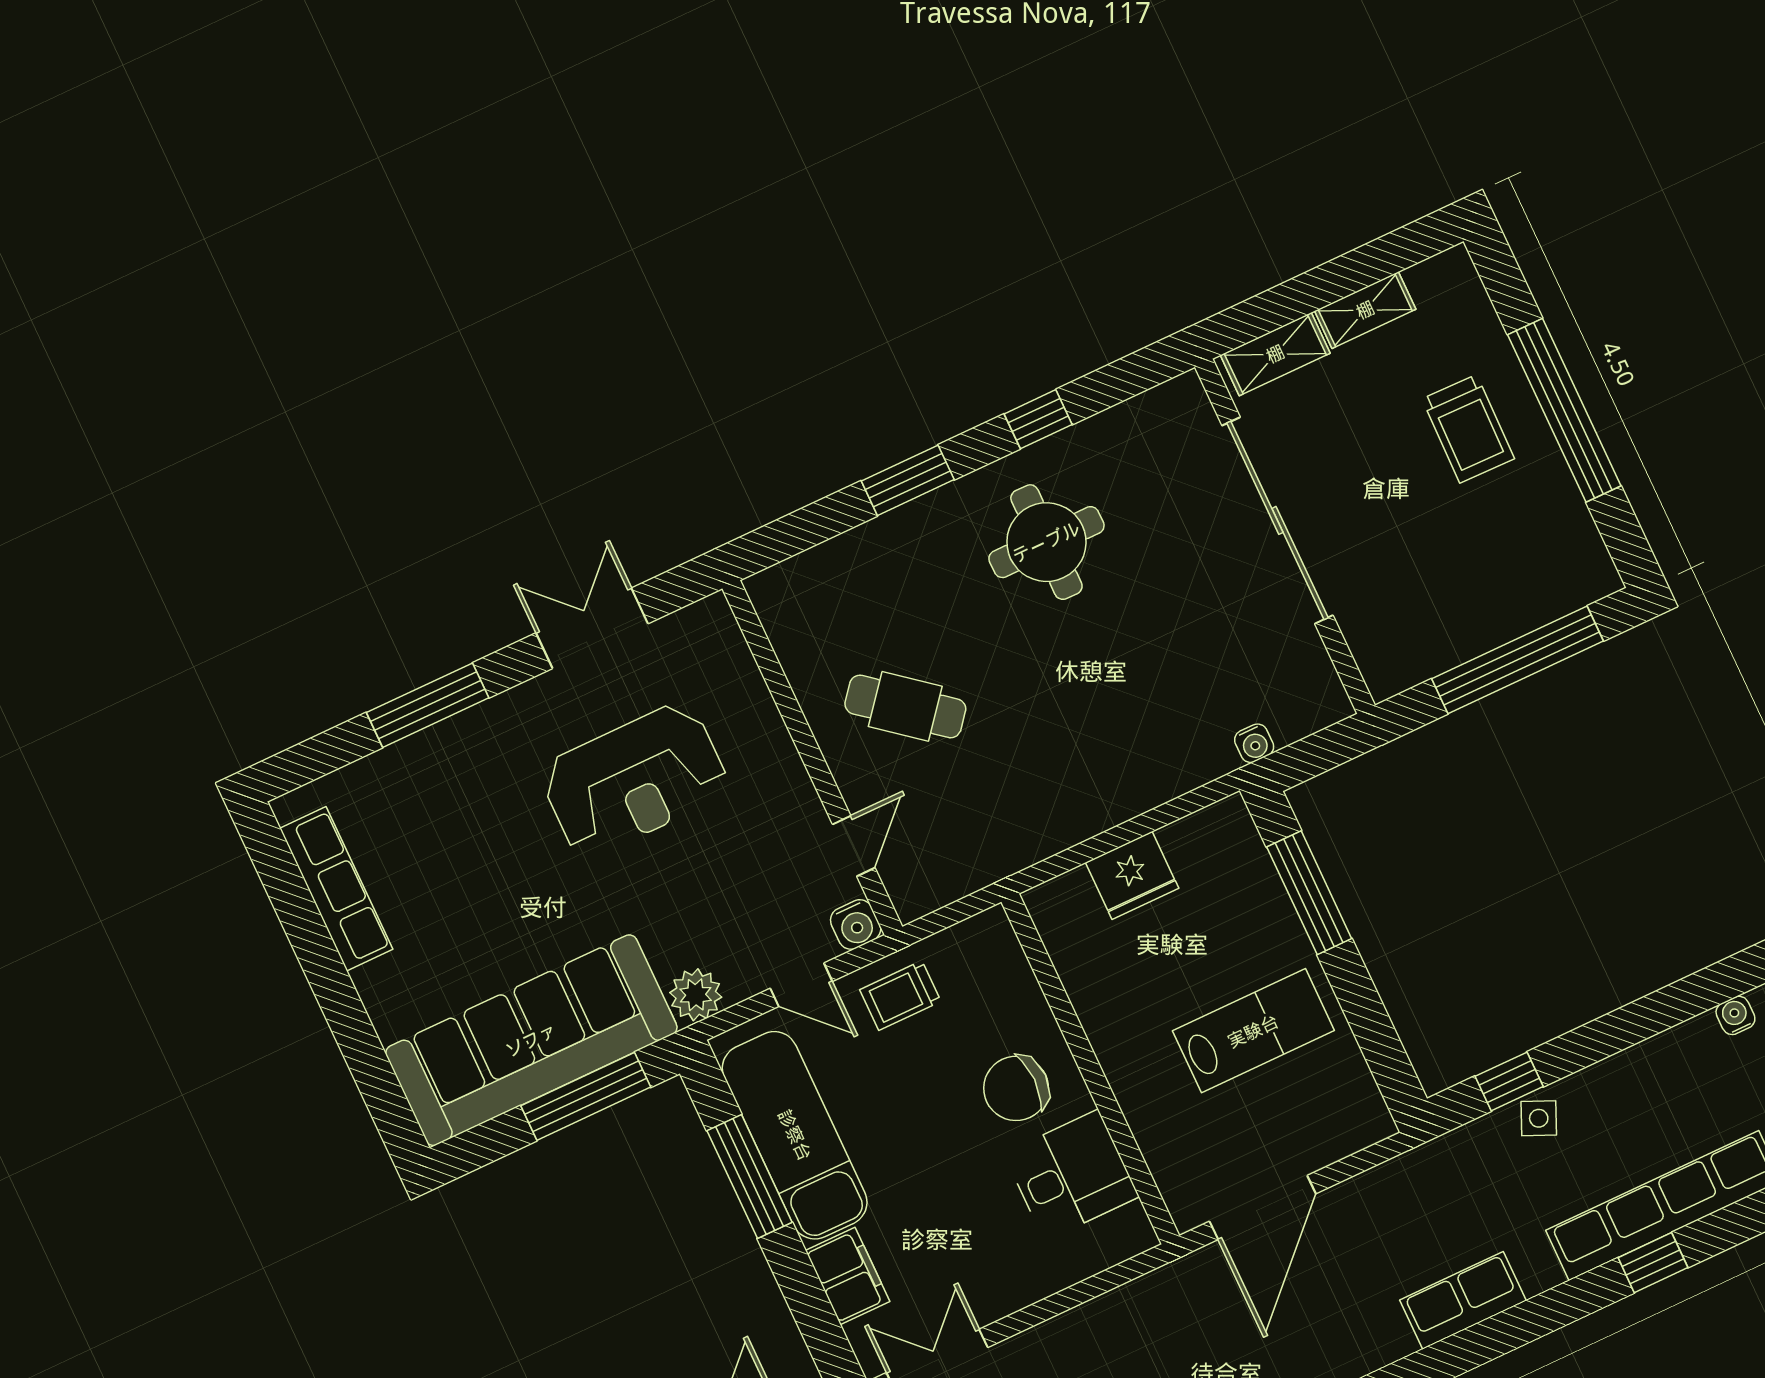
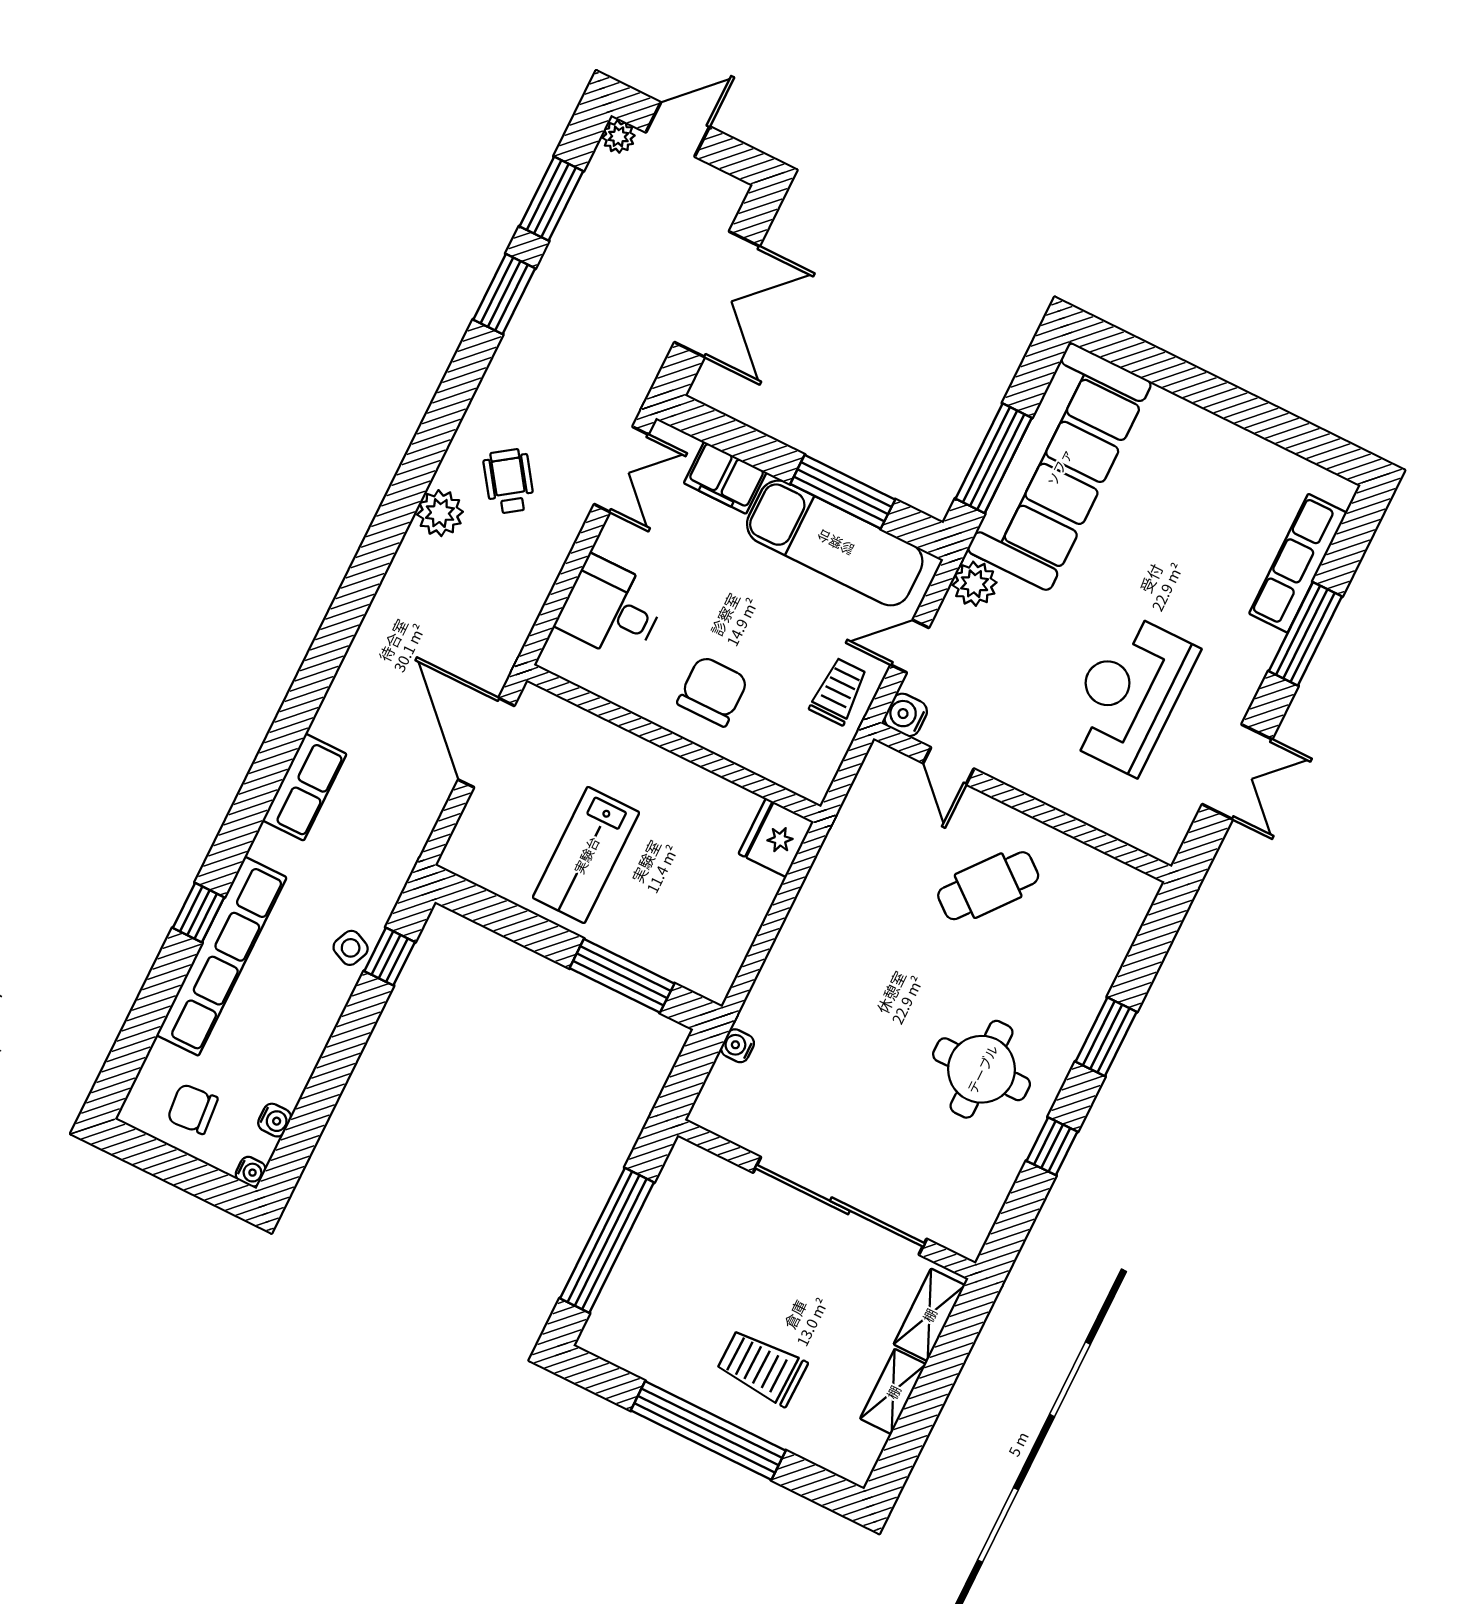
fridge: (1132, 875) -> (776, 838), moved
row of seats: (336, 889) -> (1298, 563), moved, turned 90
desk: (1071, 1175) -> (611, 609), moved, turned 90

